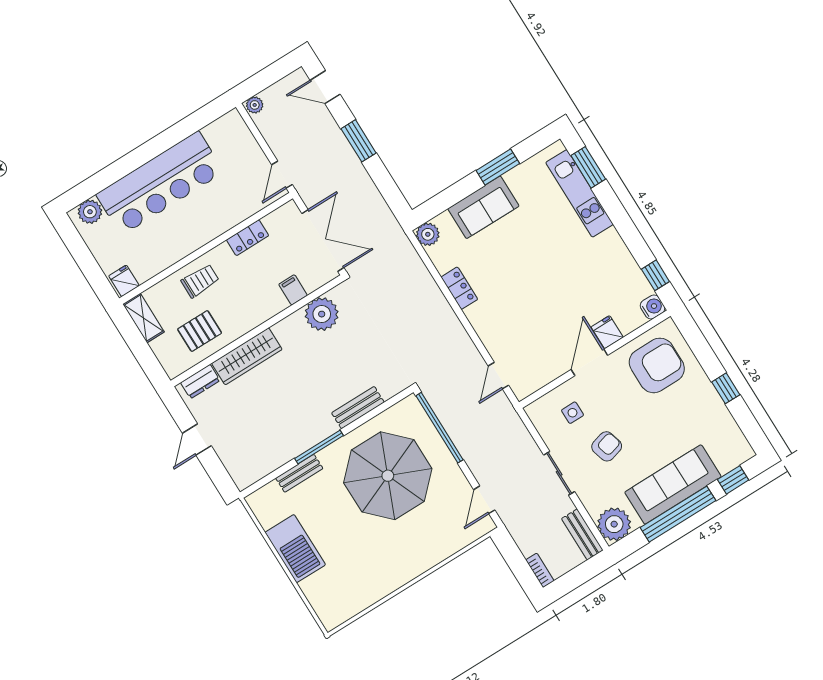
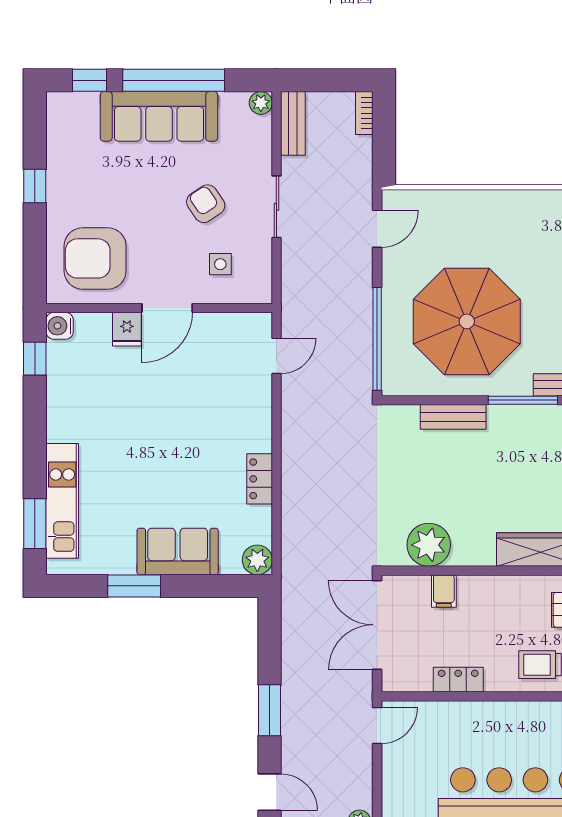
armchair: (607, 446) -> (206, 204), turned 72
plant: (614, 524) -> (261, 103), width x0.53, depth x0.53

